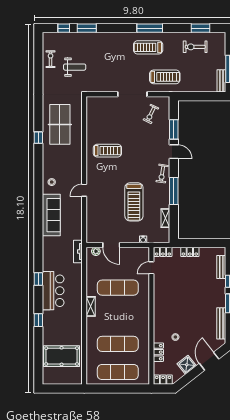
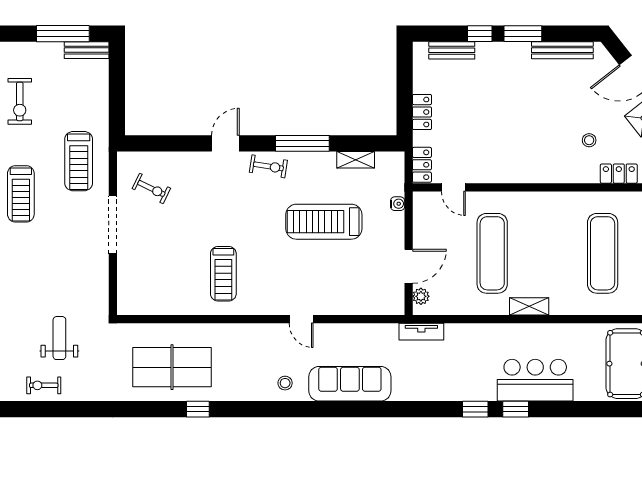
treadmill: (165, 77) -> (79, 161), turned 180
window: (174, 129) -> (181, 143), removed
treadmill: (107, 151) -> (223, 274), turned 180
treadmill: (134, 202) -> (324, 222), turned 180
bar counter: (53, 291) -> (535, 380), moved
window: (38, 320) -> (516, 409), moved

